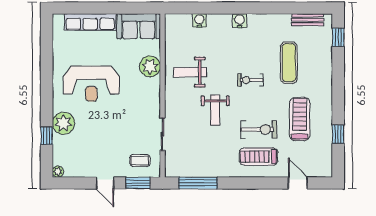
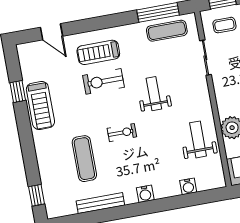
bench: (308, 20) -> (100, 203), moved, width x1.36
weight bench: (190, 72) -> (198, 139), moved, turned -90
treadmill: (300, 119) -> (40, 106), moved
treadmill: (259, 157) -> (98, 52), turned 180
exercise mat: (193, 165) -> (167, 31), added

